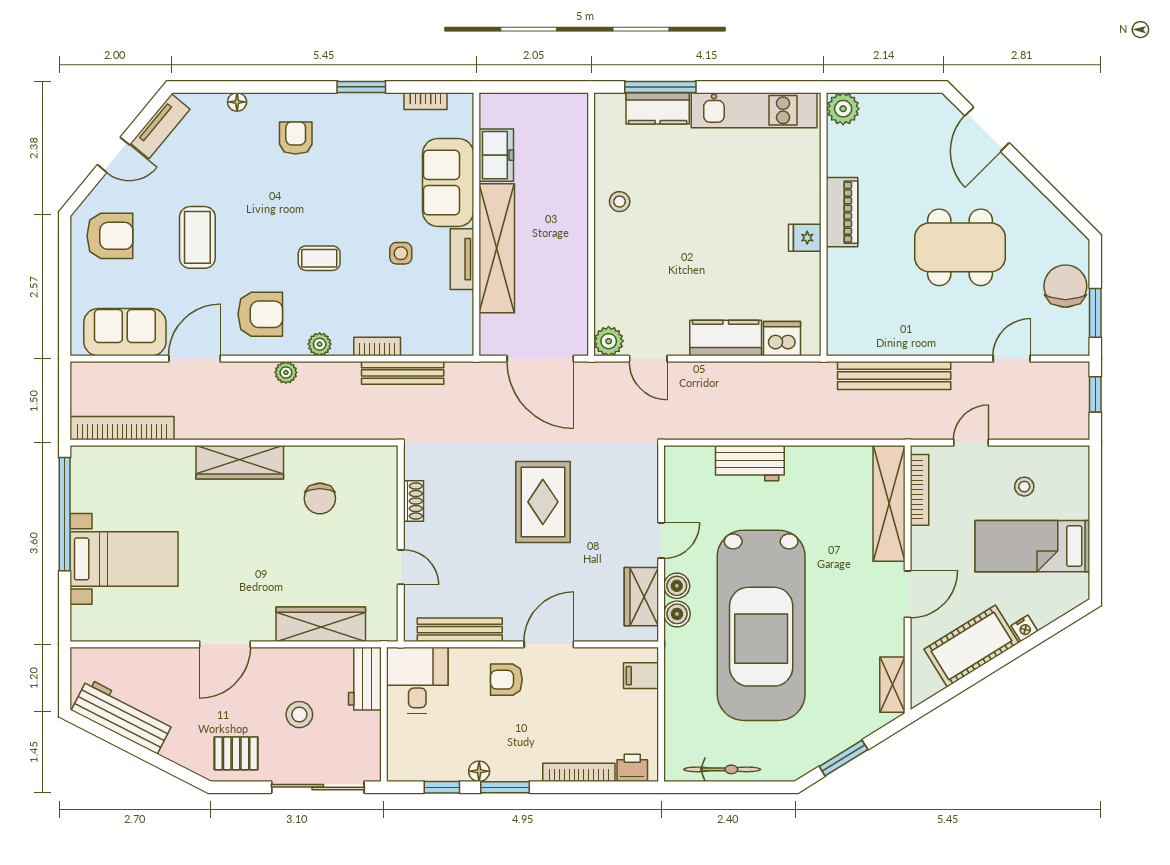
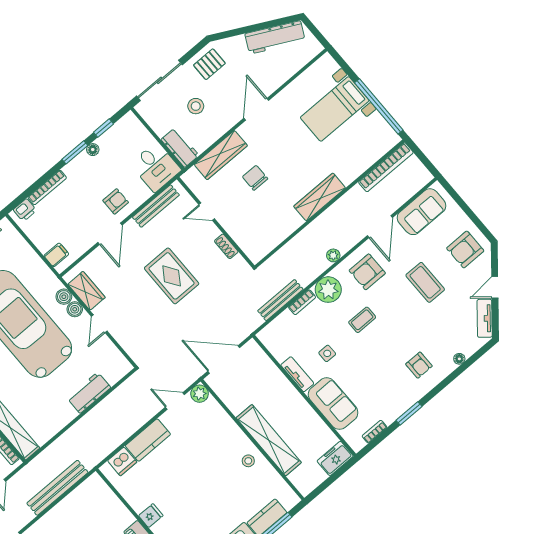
freezer: (496, 155) -> (335, 458), moved, turned 90
shelving: (497, 248) -> (269, 440), moved
plant: (320, 344) -> (328, 290), width x1.87, depth x1.87
chair: (320, 498) -> (255, 178), moved
rug: (543, 502) -> (172, 276), moved

